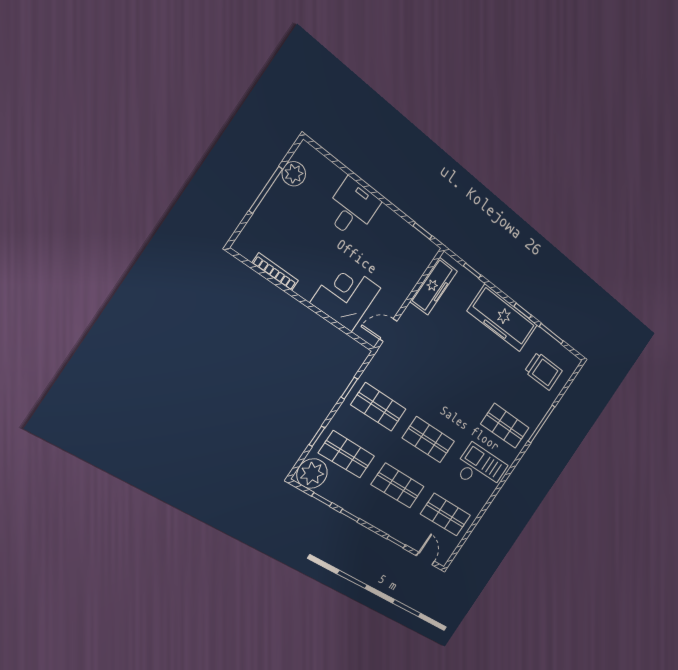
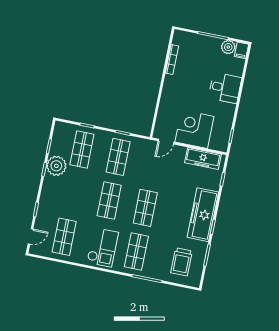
filing cabinet: (308, 155) -> (241, 50), added
corner desk: (346, 295) -> (194, 129), moved, turned -90
door: (388, 330) -> (166, 142), swing flipped
plant: (312, 474) -> (56, 166), moved
shop shelf: (398, 486) -> (145, 208), moved

